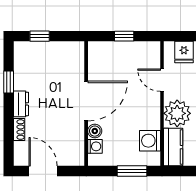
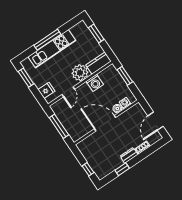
window: (124, 36) -> (59, 126), width x2.17
washing machine: (150, 141) -> (95, 83), moved

